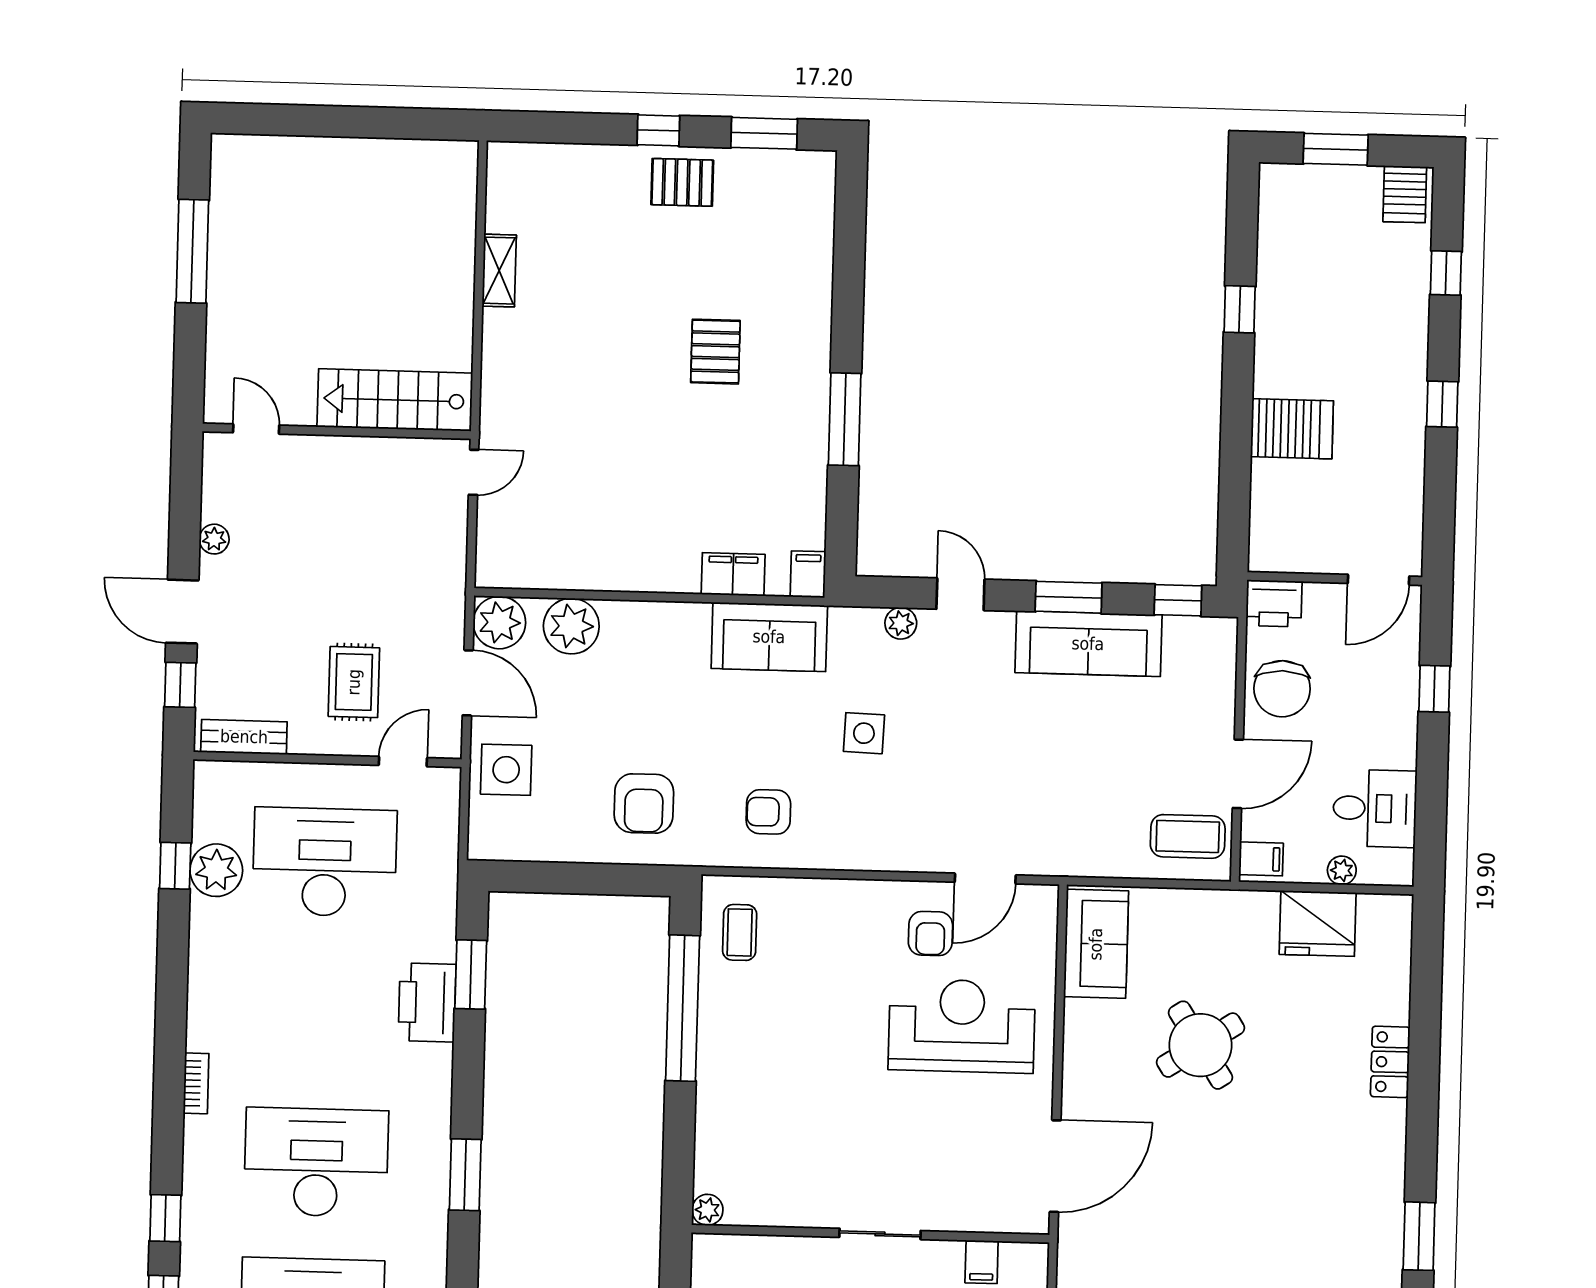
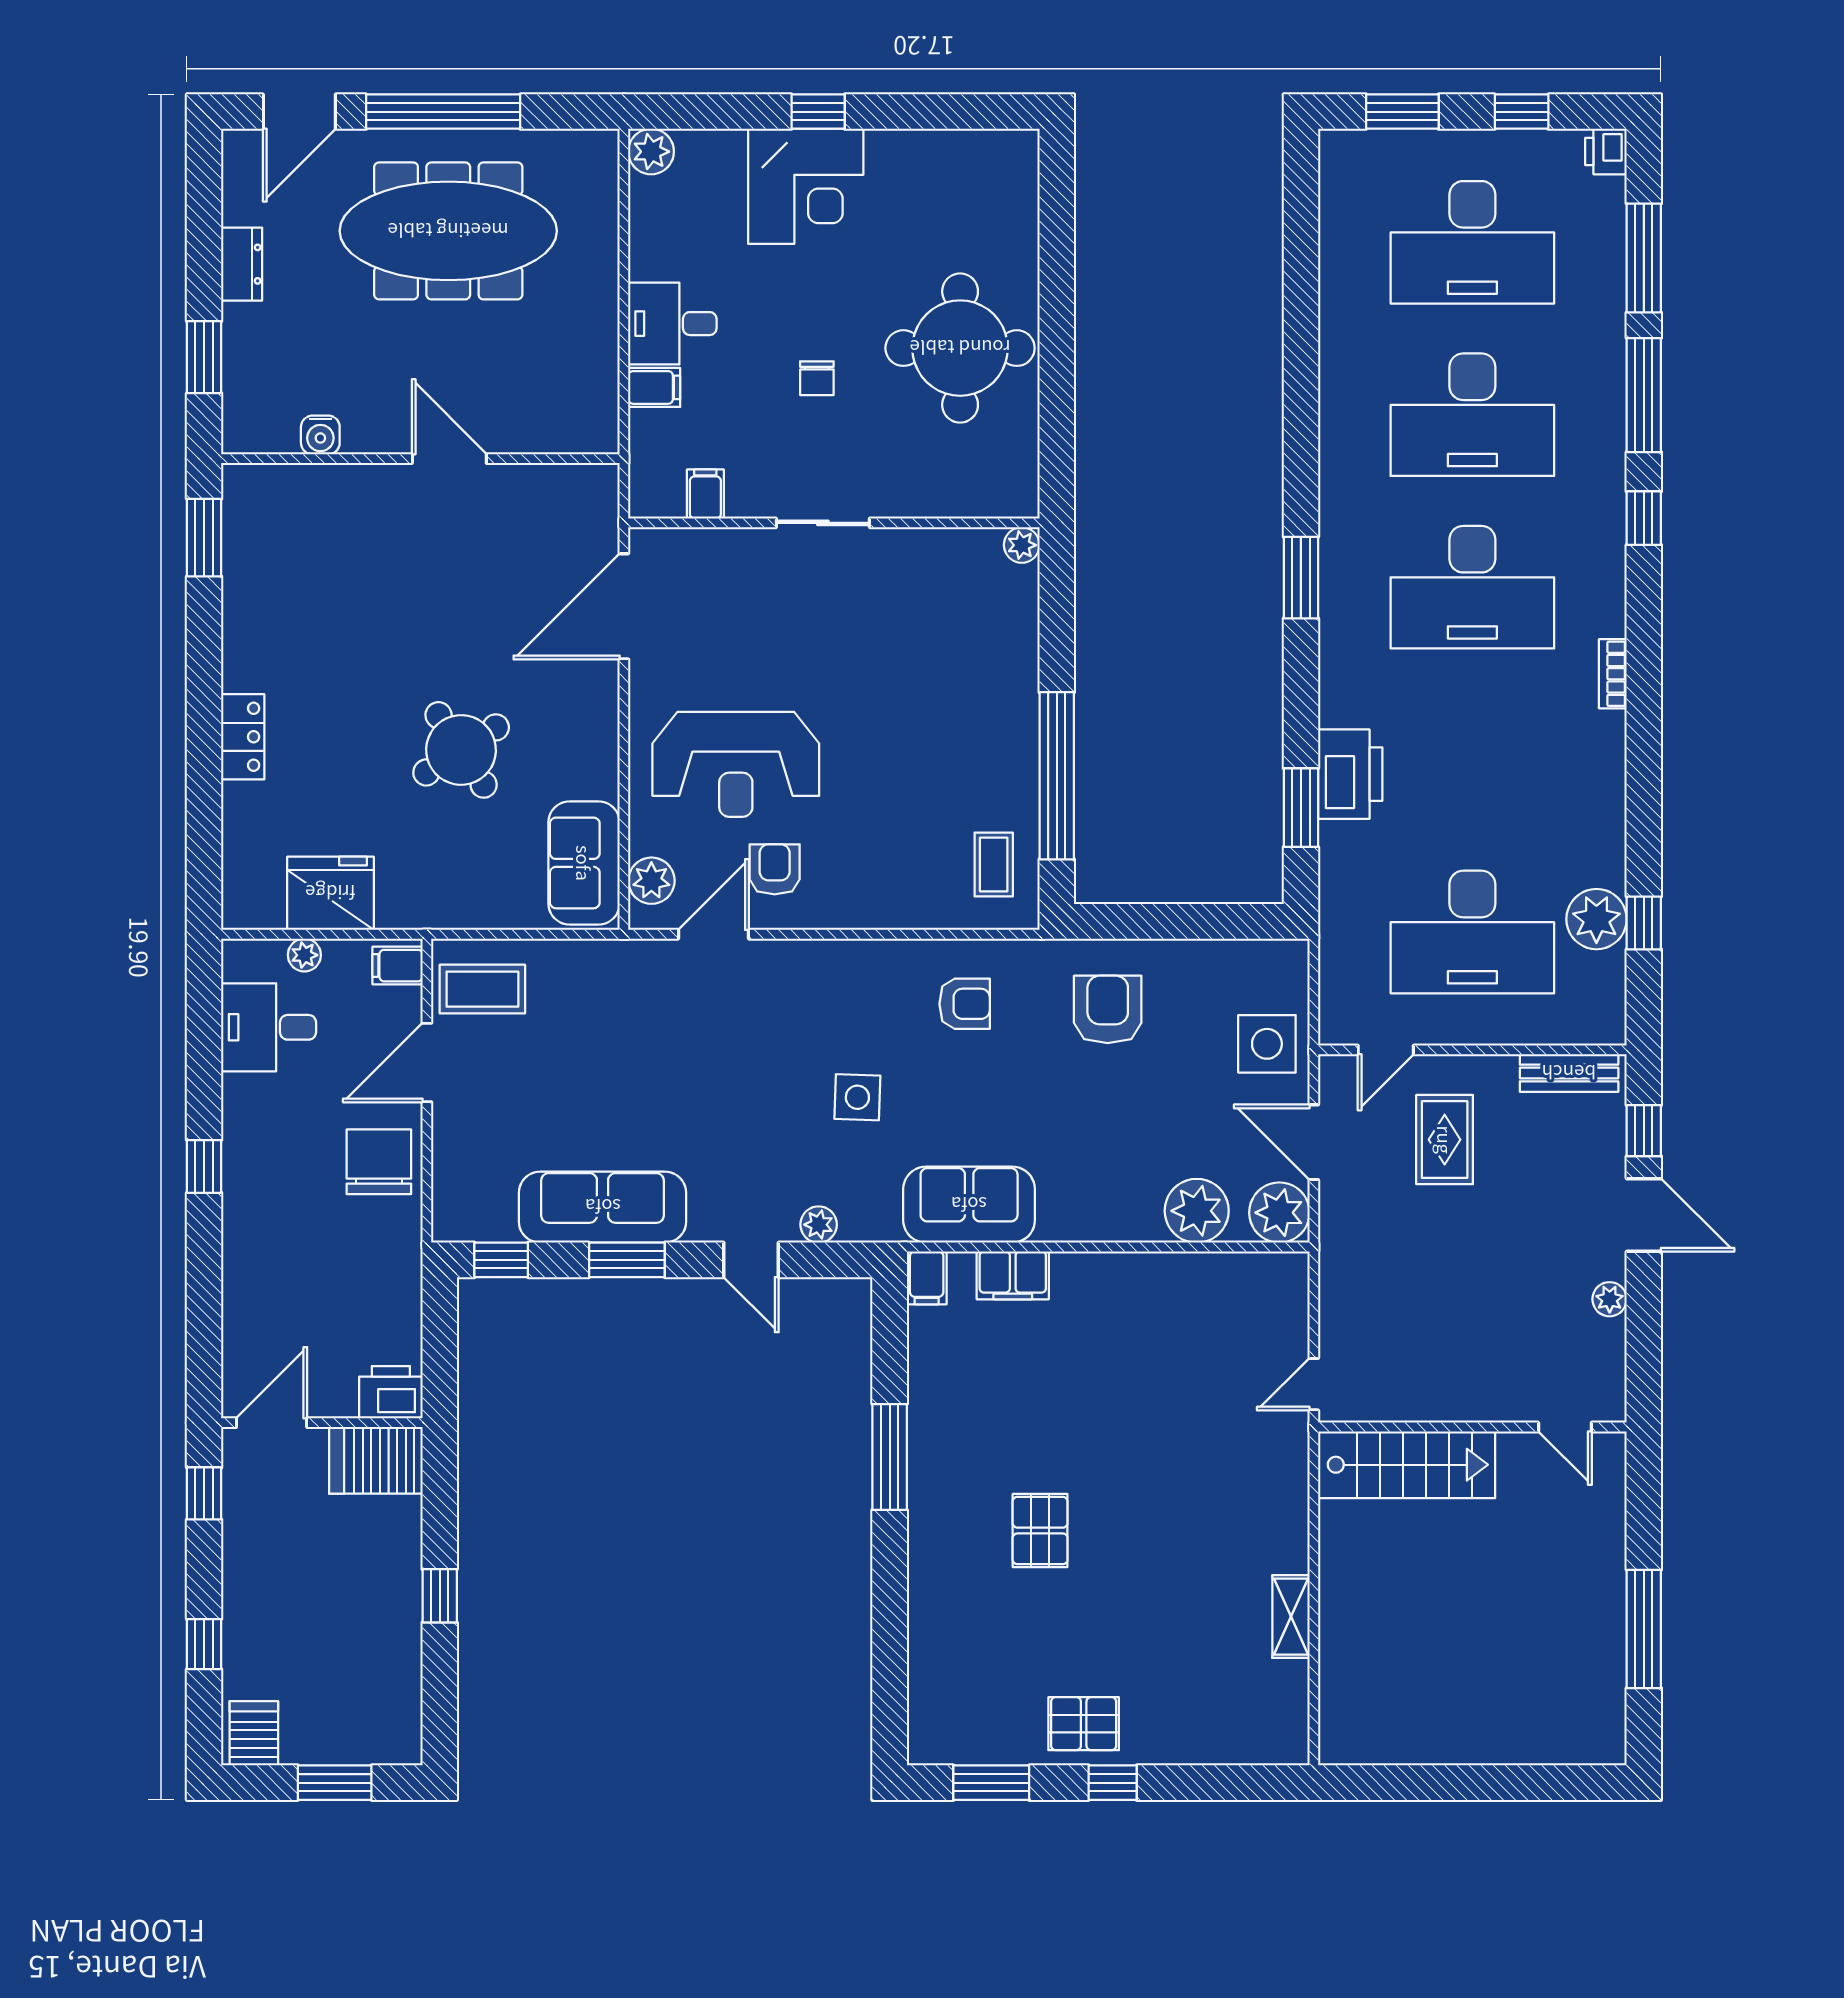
wall: (1335, 578) -> (322, 1423), moved
door: (1379, 580) -> (272, 1423), moved
printer: (1274, 603) -> (391, 1392), moved
plant: (1038, 927) -> (651, 881), added

